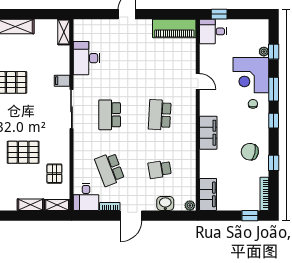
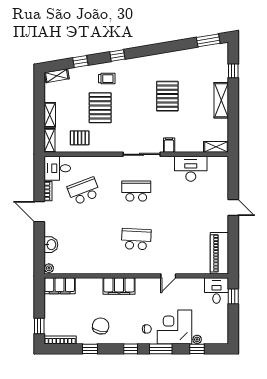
school desk: (160, 169) -> (84, 239), removed

